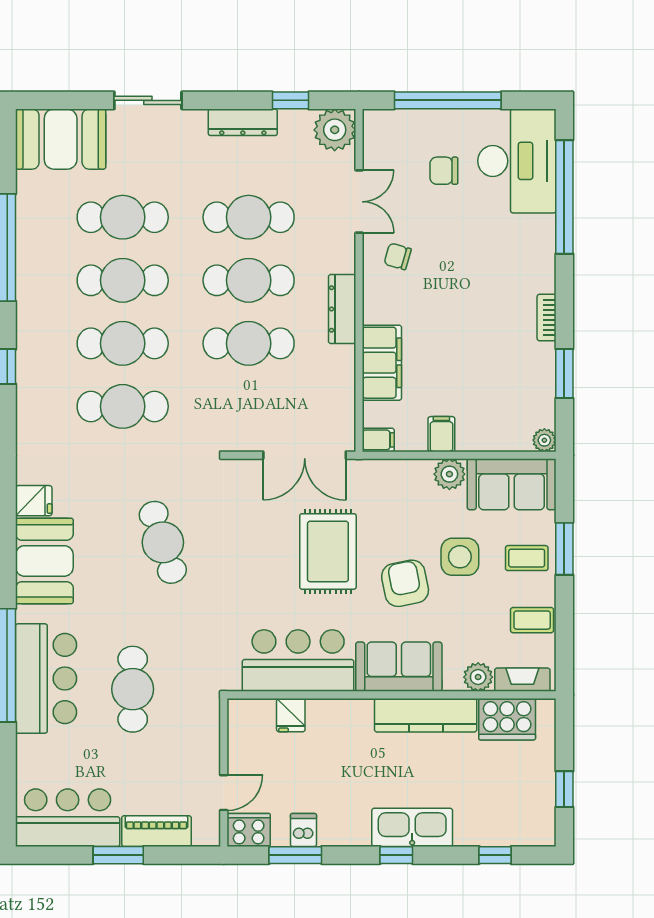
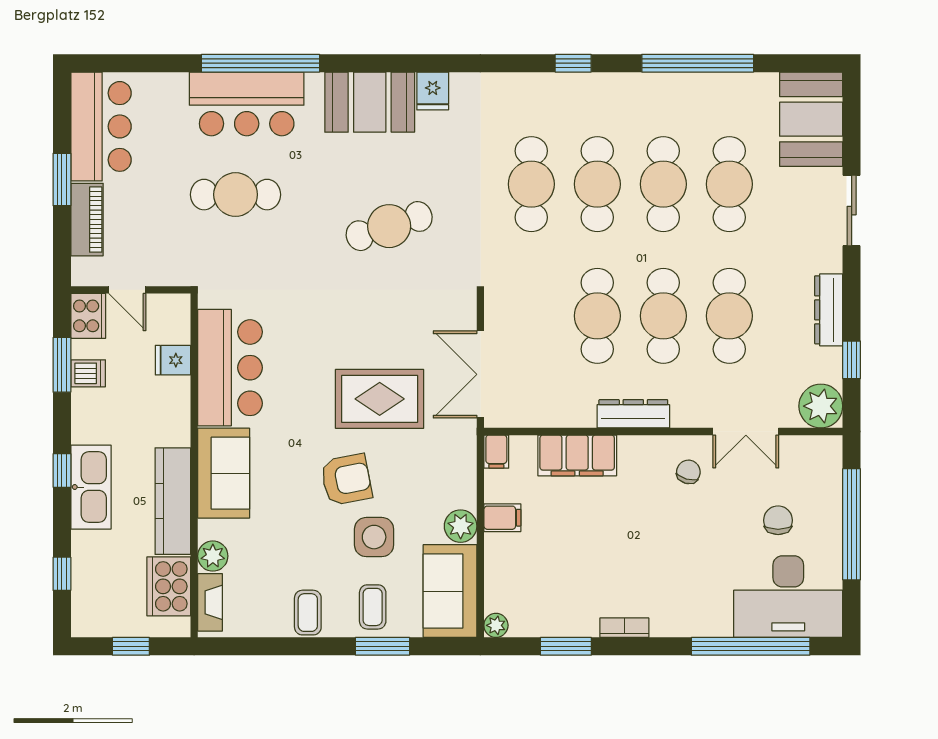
bar counter: (298, 661) -> (230, 368), moved
sofa: (399, 667) -> (224, 473), moved
plant: (478, 677) -> (213, 556), moved
fireplace: (522, 680) -> (210, 602), moved
wall: (391, 695) -> (194, 465), moved
fridge: (291, 715) -> (173, 360), moved
kitchen counter: (426, 715) -> (173, 501), moved
cooker: (507, 719) -> (169, 586), moved

